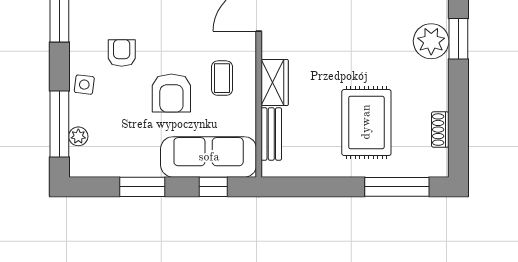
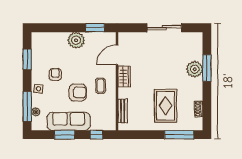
window: (458, 39) -> (207, 68), width x1.44
wardrobe: (275, 82) -> (124, 77), moved
armchair: (171, 93) -> (78, 92), turned -90
sofa: (209, 157) -> (69, 121), moved

